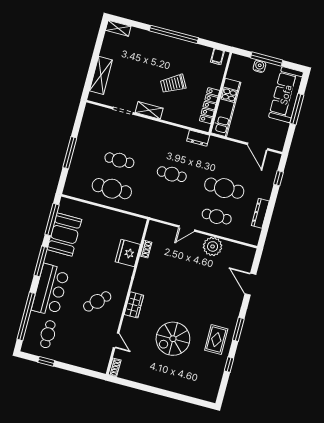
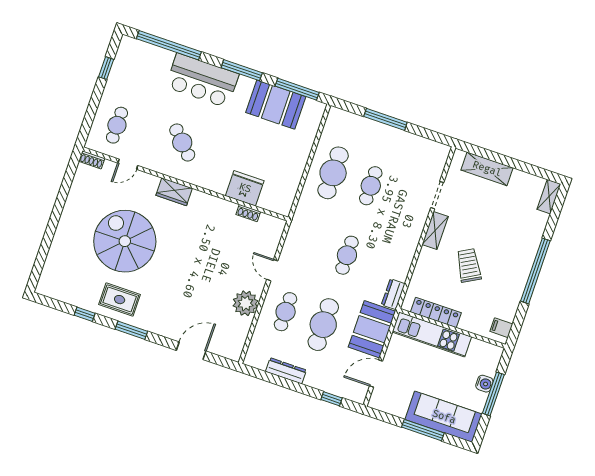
booth: (225, 152) -> (372, 329), added
cafe table: (48, 334) -> (117, 125), moved, turned 90
spiral stairs: (173, 339) -> (125, 241), width x1.37, depth x1.37

